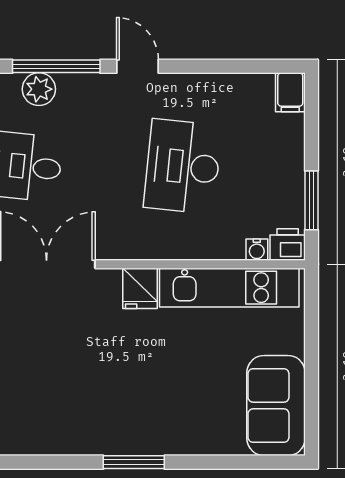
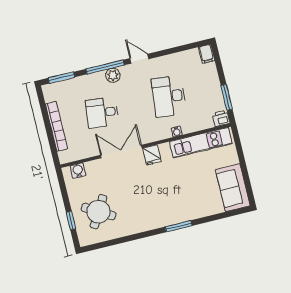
plant: (39, 89) -> (113, 75), moved
water cooler: (257, 250) -> (177, 132), moved
fridge: (140, 288) -> (152, 155), moved

